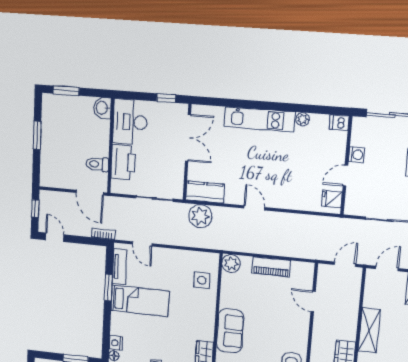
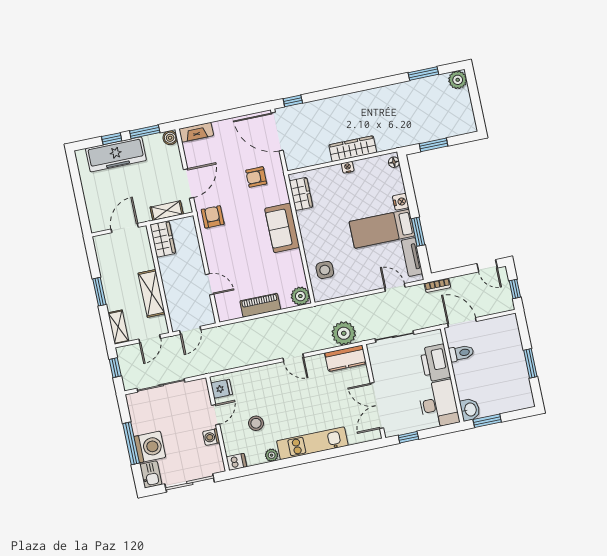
window: (66, 91) -> (487, 421), moved
stool: (308, 155) -> (256, 423), added
shelving: (369, 330) -> (152, 293), moved
nightstand: (116, 343) -> (401, 202), moved

